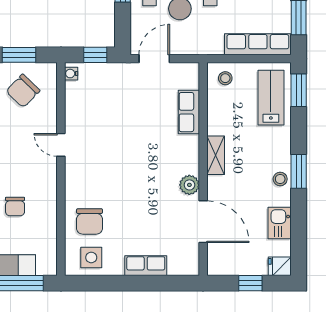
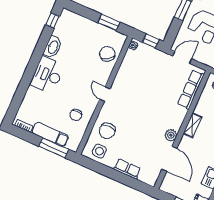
chair: (23, 91) -> (107, 54), moved, turned 103
row of seats: (189, 112) -> (191, 89), width x1.48
door: (61, 145) -> (105, 94), moved
chair: (15, 207) -> (76, 115), moved

